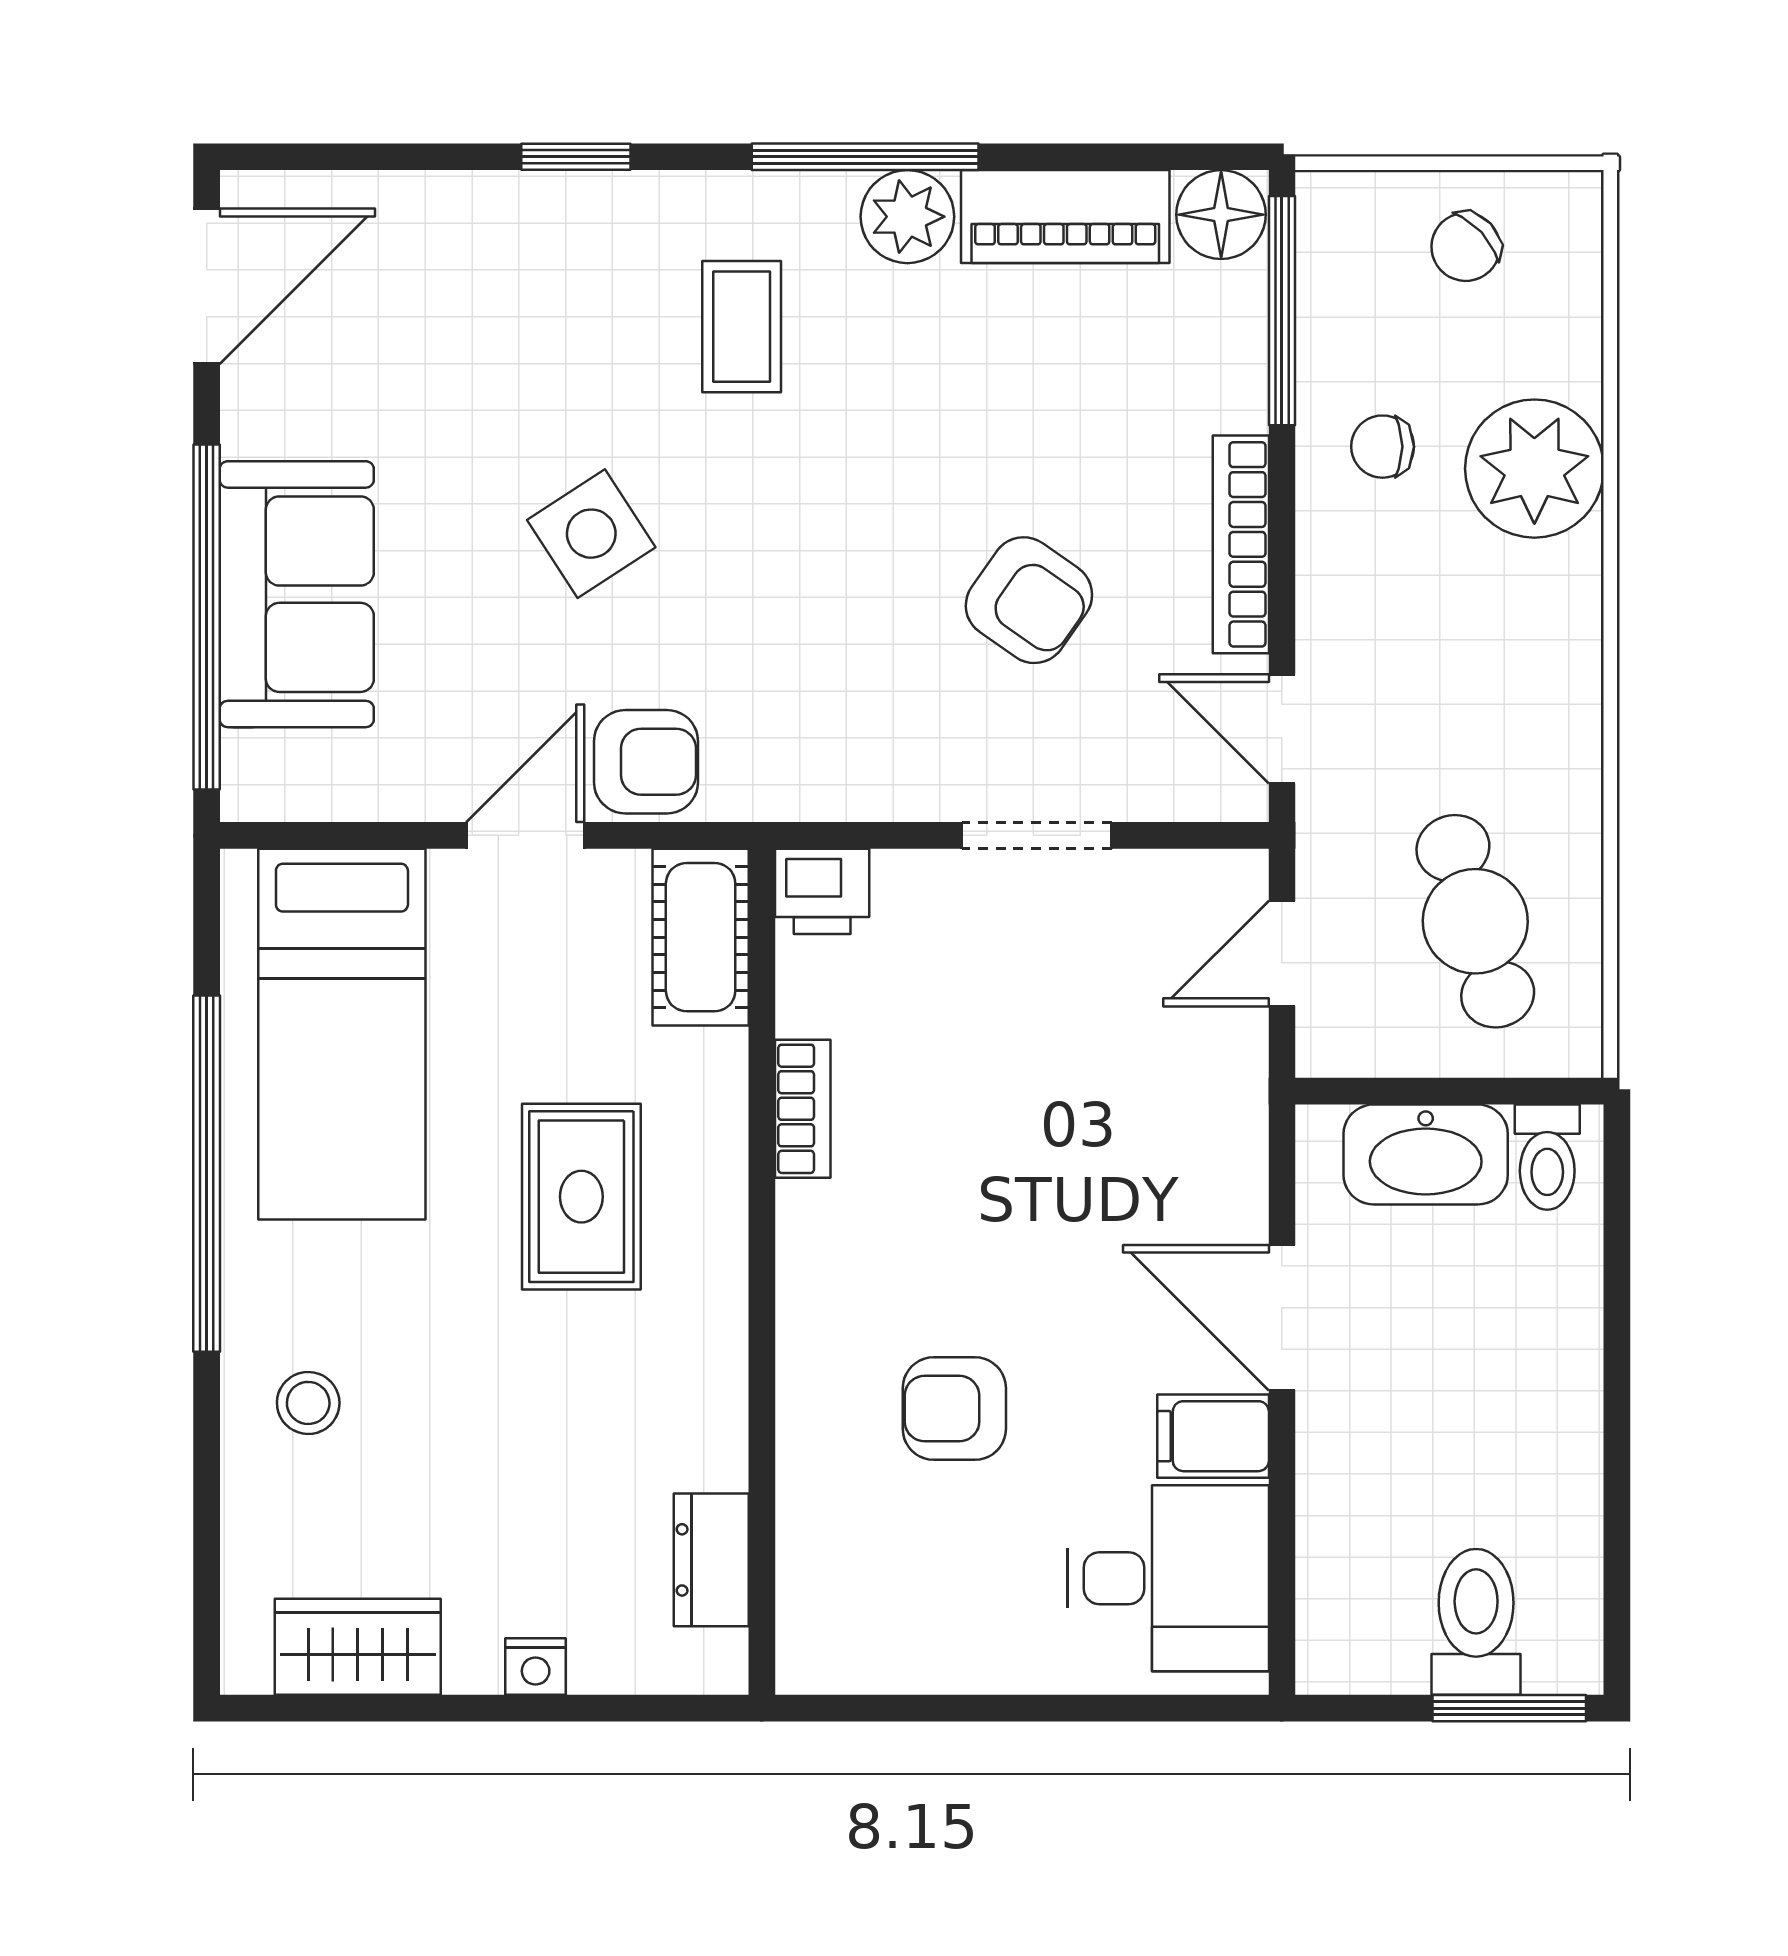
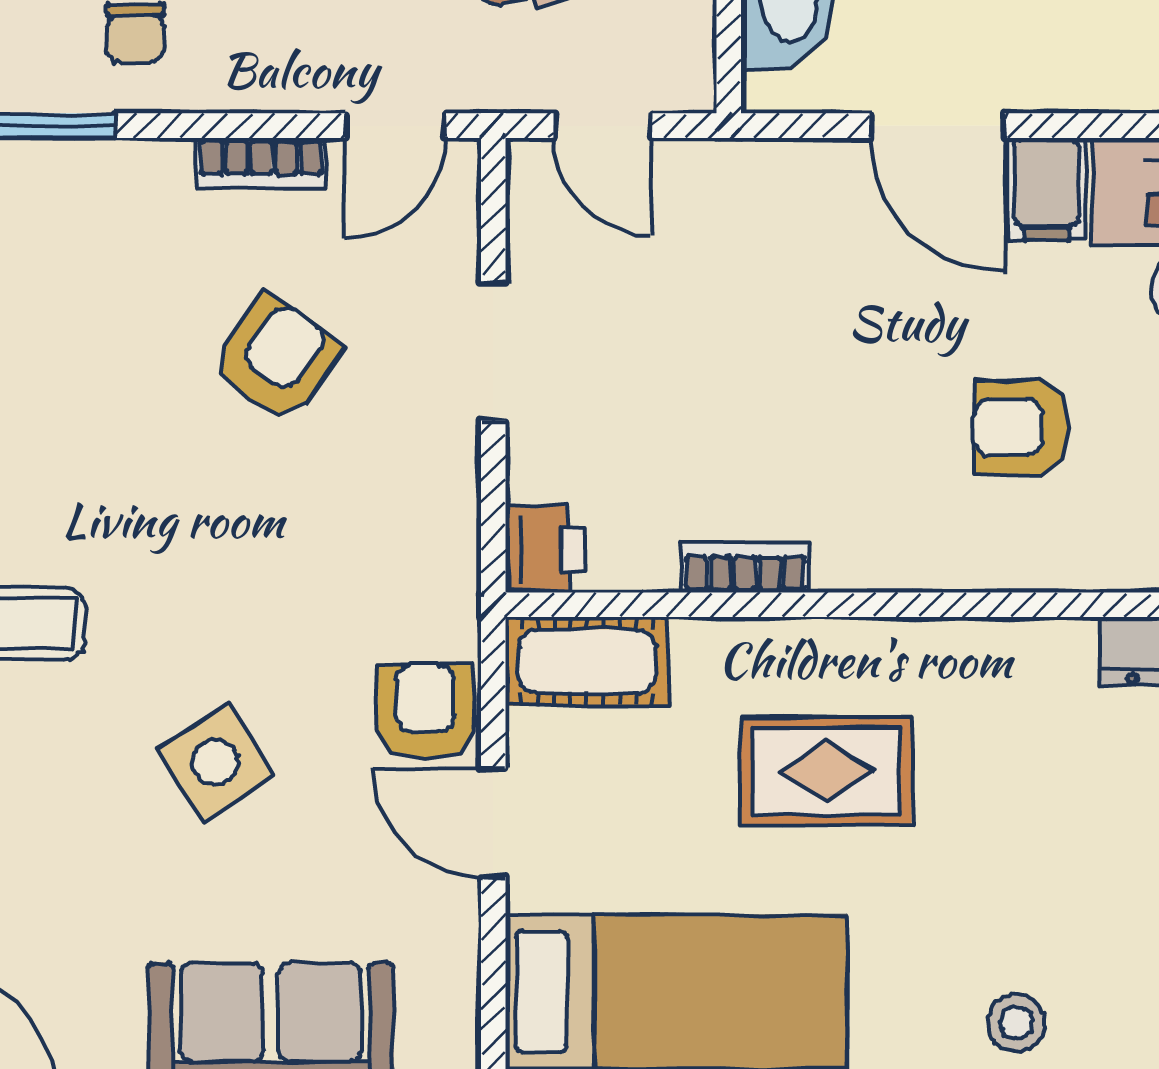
bookcase: (1241, 544) -> (261, 164), width x0.64
door: (1282, 1318) -> (938, 126), hinge flipped
armchair: (954, 1409) -> (1021, 427), turned 90

